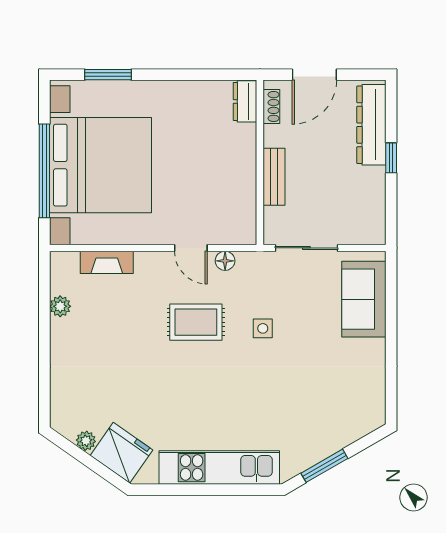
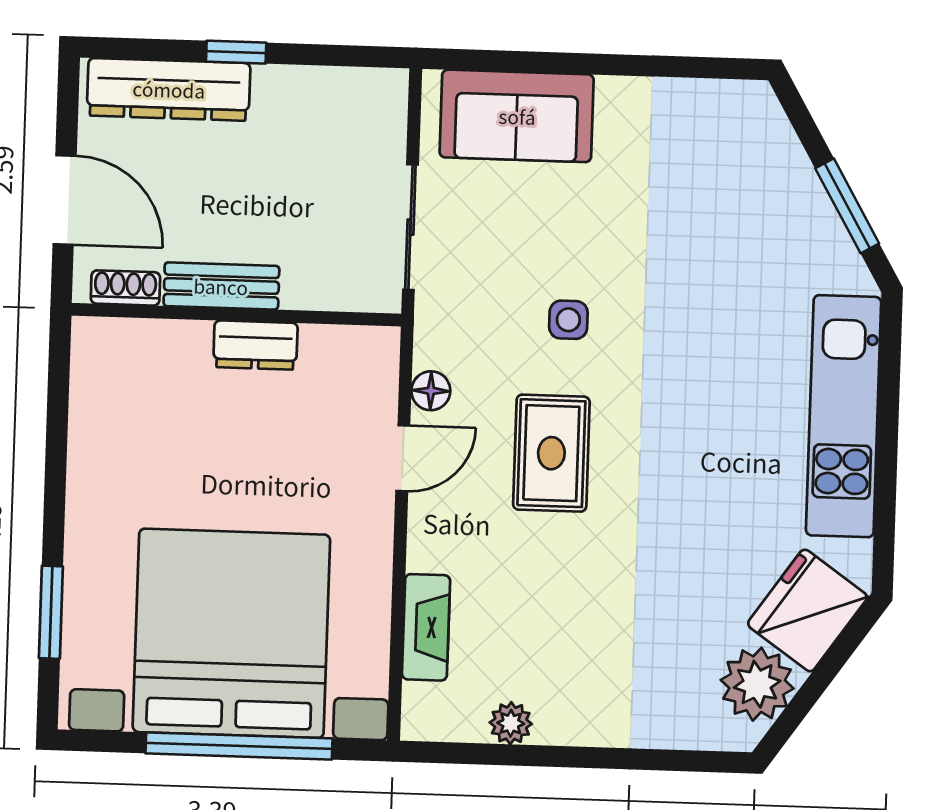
dresser: (245, 101) -> (255, 345), moved
bench: (274, 177) -> (221, 286), moved
plant: (86, 441) -> (757, 684), width x1.88, depth x1.88

